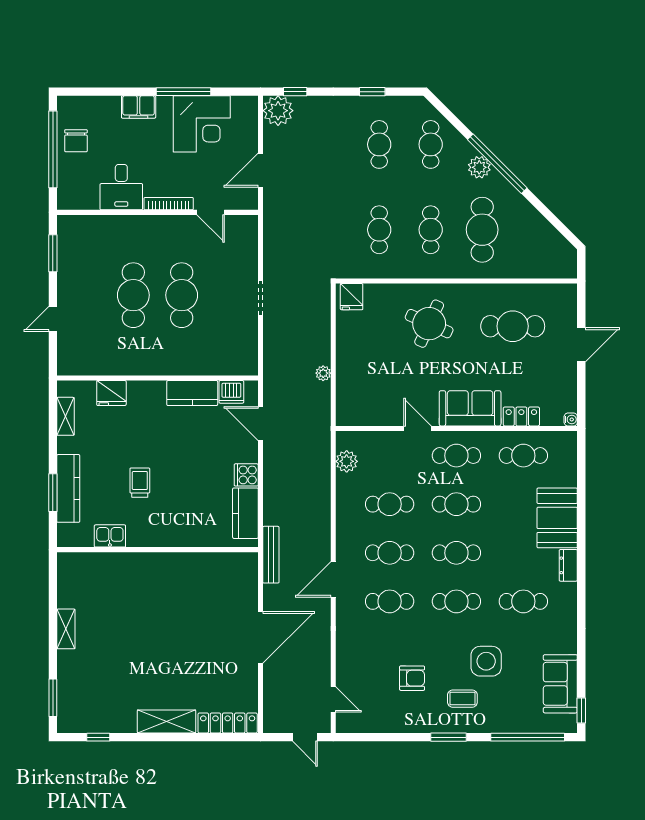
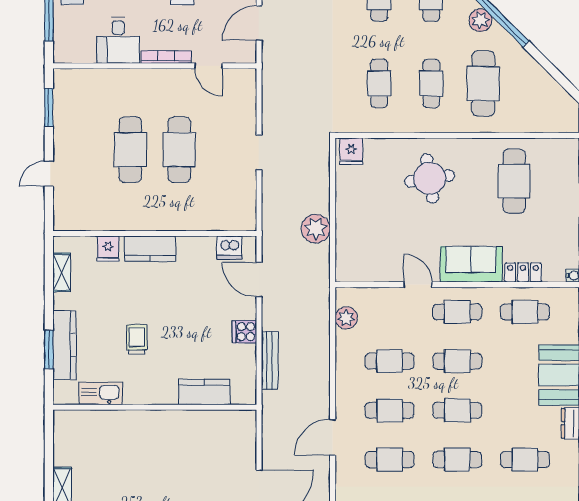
round table: (429, 324) -> (430, 178), turned -33
cafe table: (513, 326) -> (514, 181), turned 90
plant: (323, 373) -> (316, 229), width x1.88, depth x1.88
fridge: (111, 393) -> (108, 249), width x0.72
kitchen counter: (192, 393) -> (150, 249), moved
kitchen counter: (245, 513) -> (204, 392), moved, turned 90
kitchen sink: (110, 536) -> (101, 393), width x1.38
bench: (271, 555) -> (270, 361), moved

